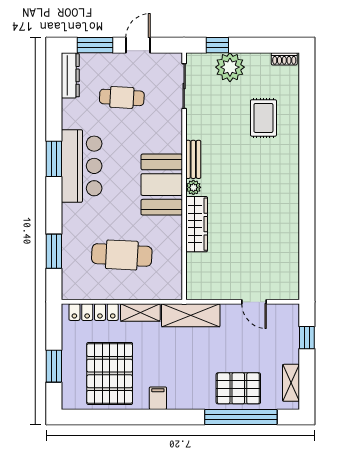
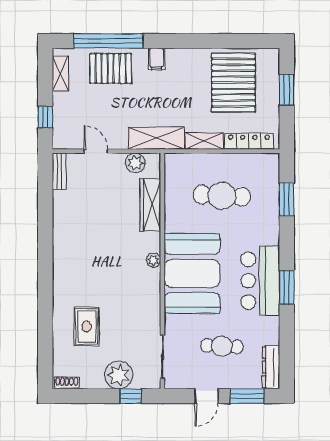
bench: (193, 159) -> (59, 171), moved
booth: (162, 185) -> (192, 273), width x1.36, depth x1.42
wardrobe: (197, 224) -> (150, 205), moved
plant: (213, 289) -> (135, 163), added
filing cabinet: (158, 398) -> (157, 59), moved

